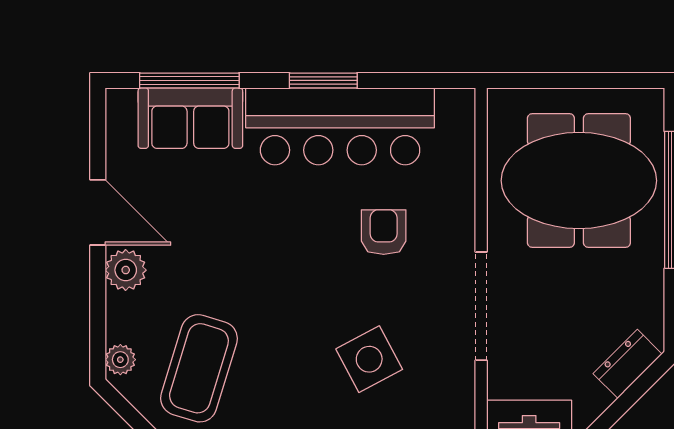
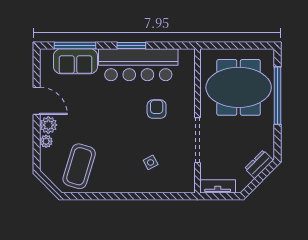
side table: (369, 359) -> (151, 162), width x0.54, depth x0.54
plant: (120, 360) -> (46, 141), moved

